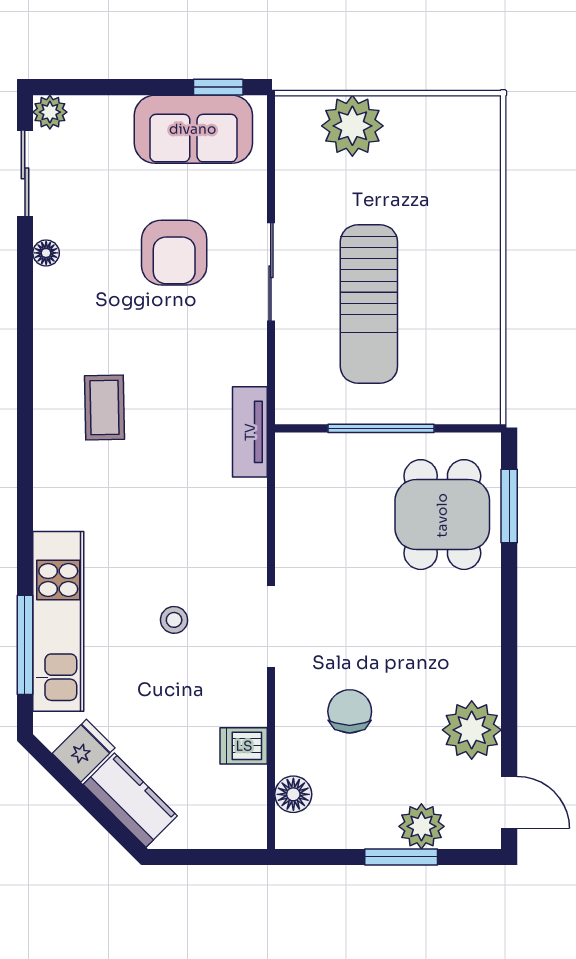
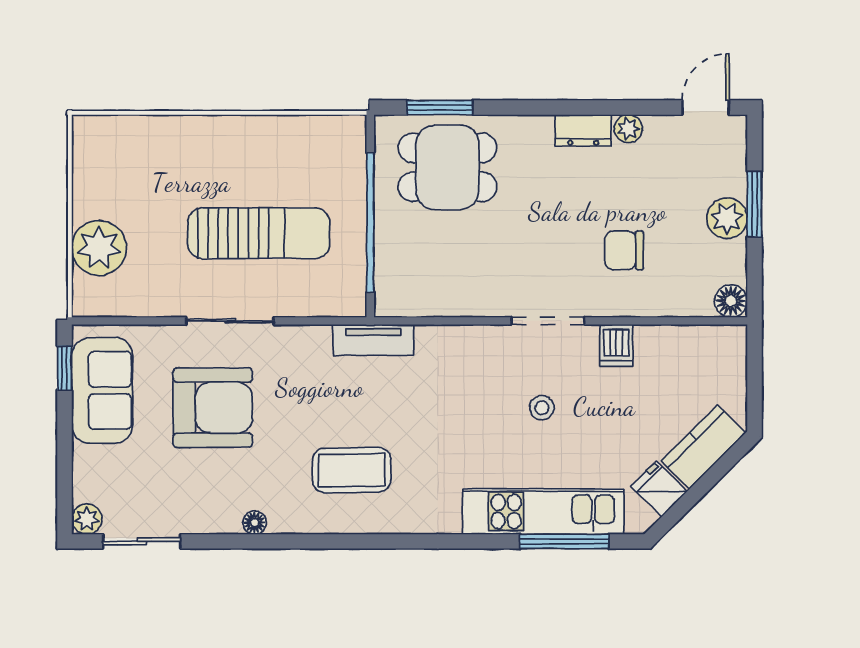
floor lamp: (46, 253) -> (255, 522), moved
armchair: (174, 253) -> (213, 408), width x1.36, depth x1.36
coffee table: (105, 408) -> (352, 470), width x1.36, depth x1.30
window: (381, 428) -> (370, 222), width x1.46
dresser: (483, 666) -> (583, 130), added
plant: (472, 730) -> (628, 129), width x0.53, depth x0.53
dishwasher: (244, 746) -> (616, 345), moved
floor lamp: (293, 794) -> (731, 301), moved
plant: (421, 826) -> (727, 218), moved

